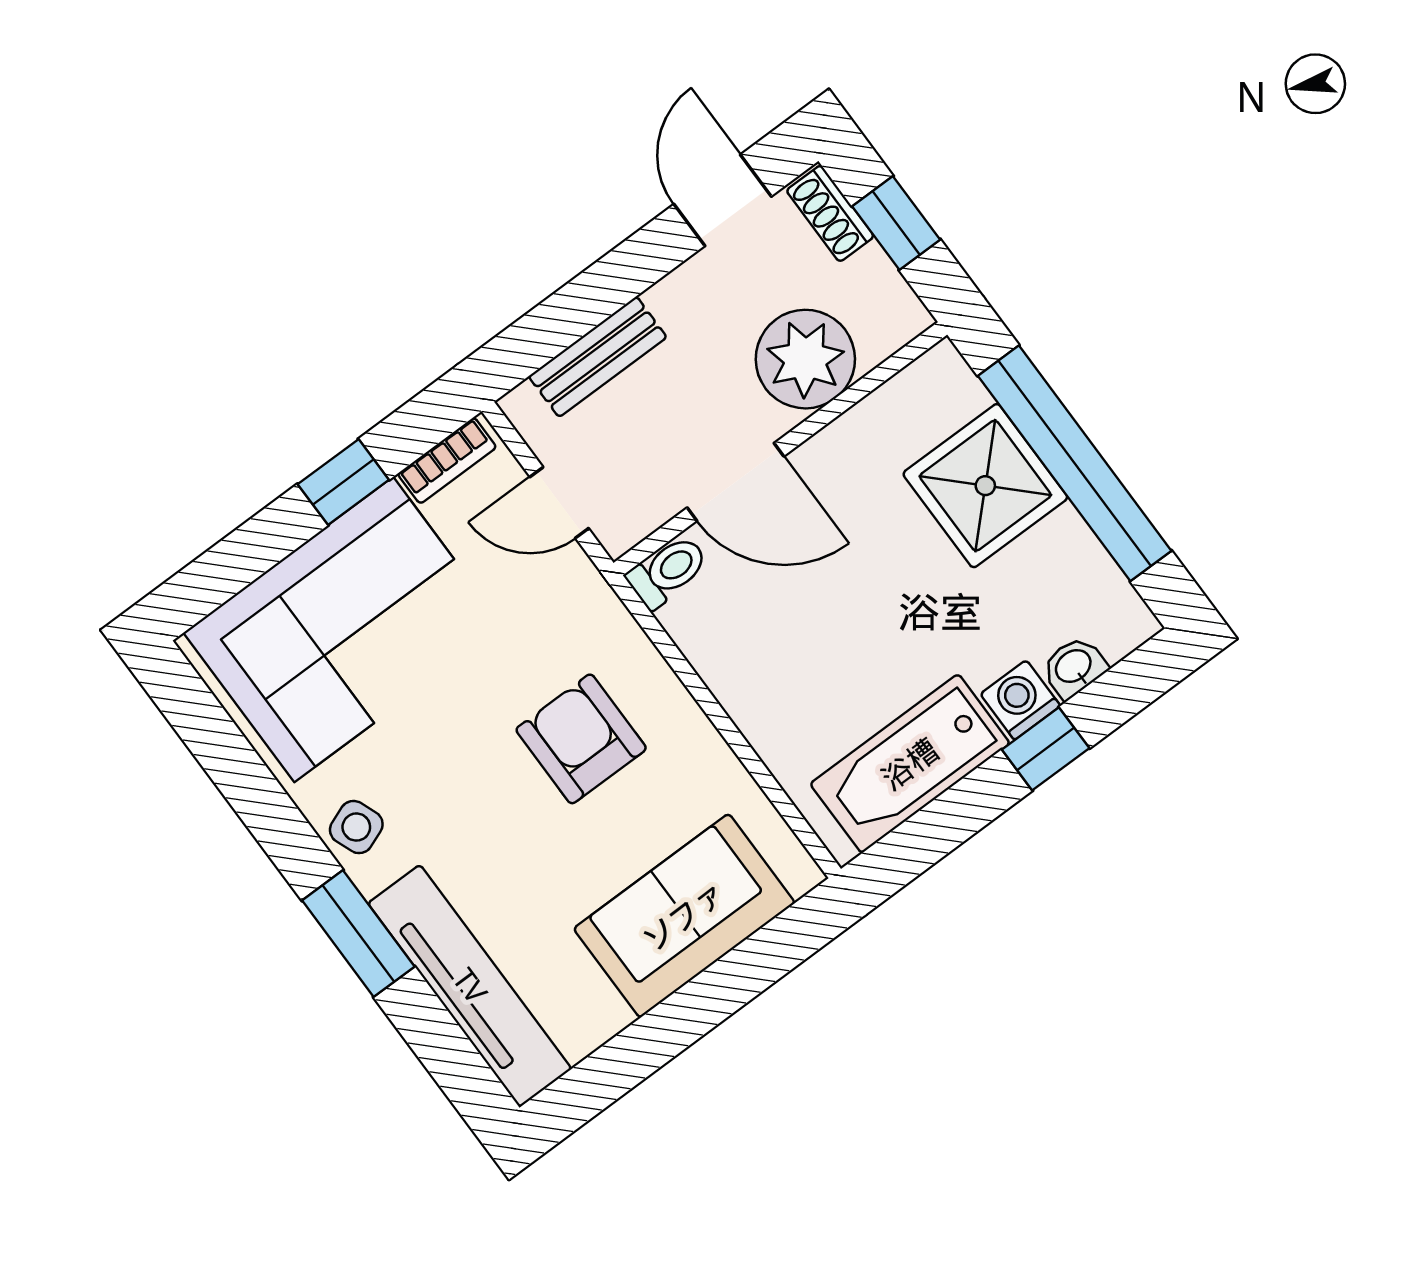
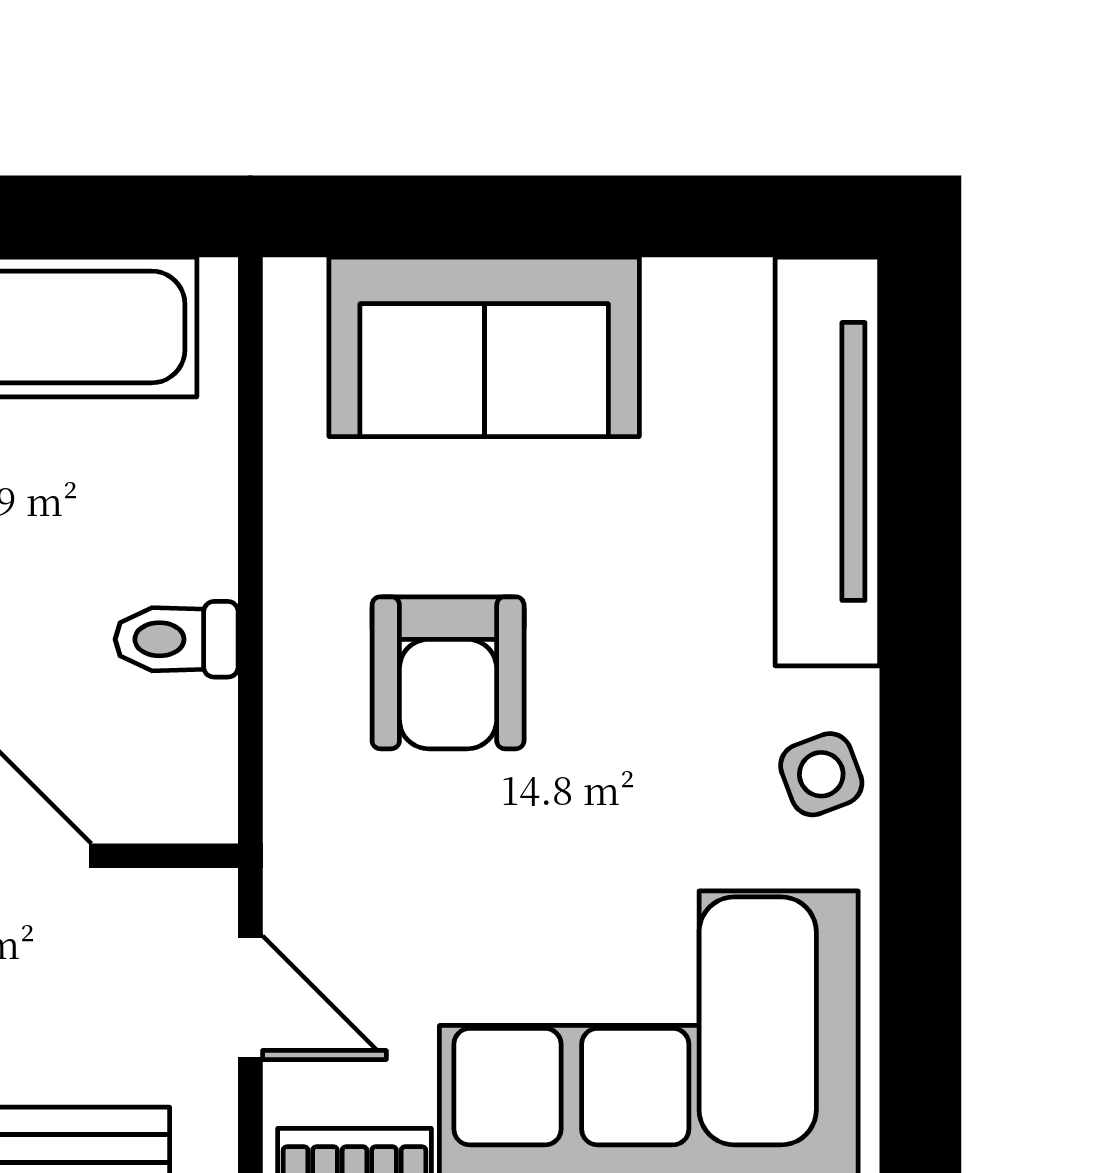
toilet: (668, 571) -> (177, 639), moved
window: (358, 934) -> (920, 635), removed

